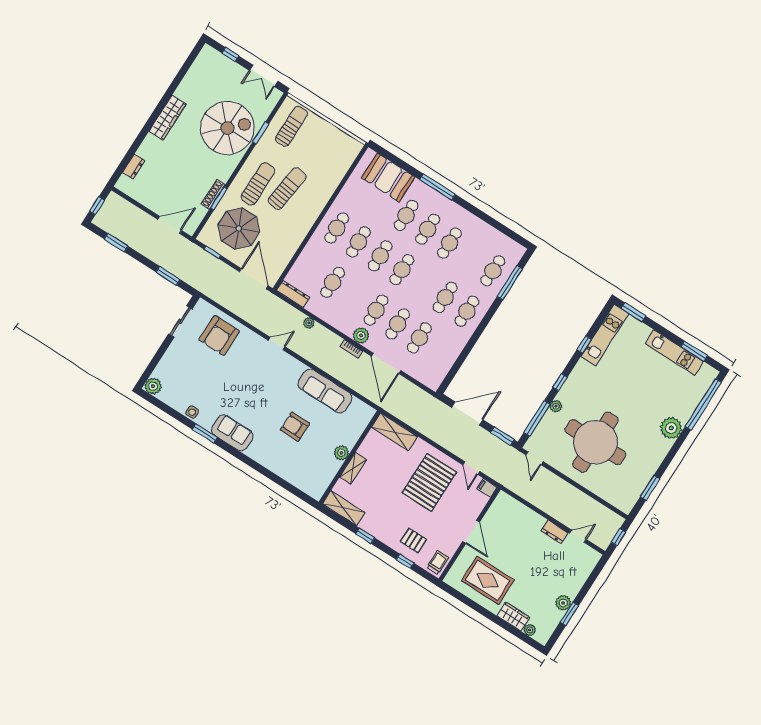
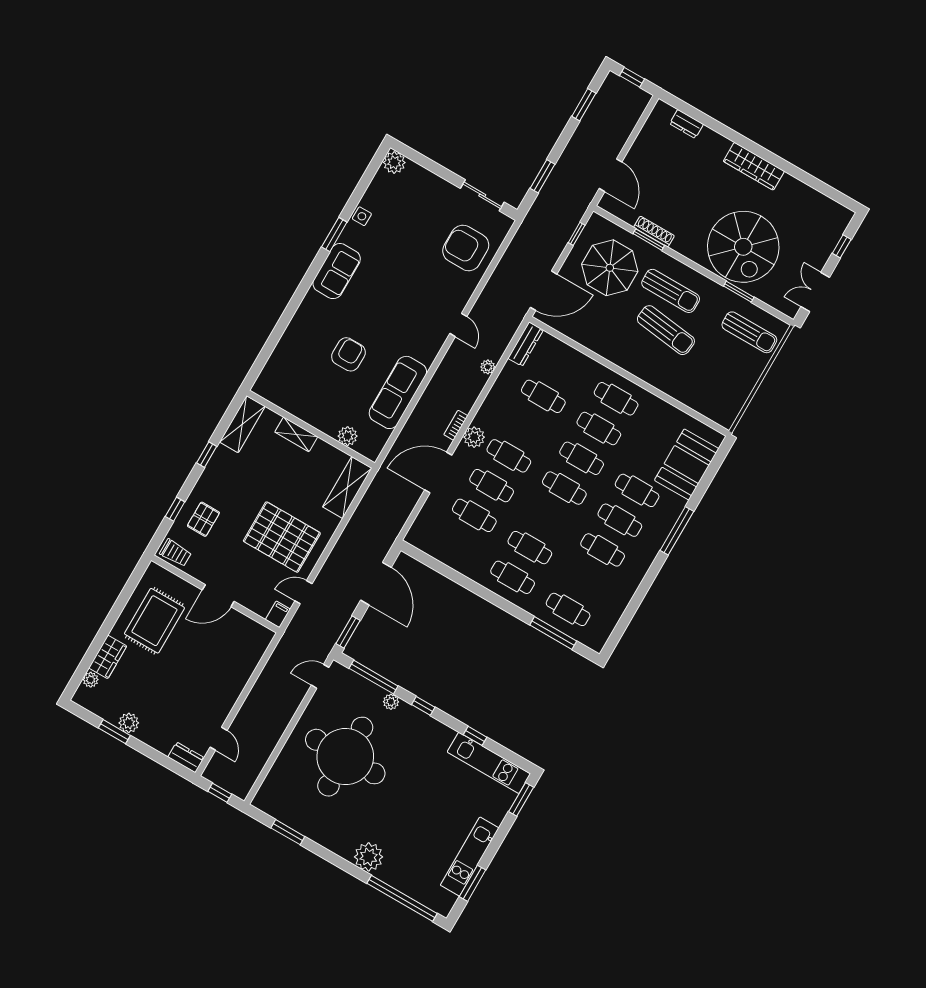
plant: (341, 453) -> (348, 436), moved
dresser: (554, 532) -> (186, 757), moved, turned 90

